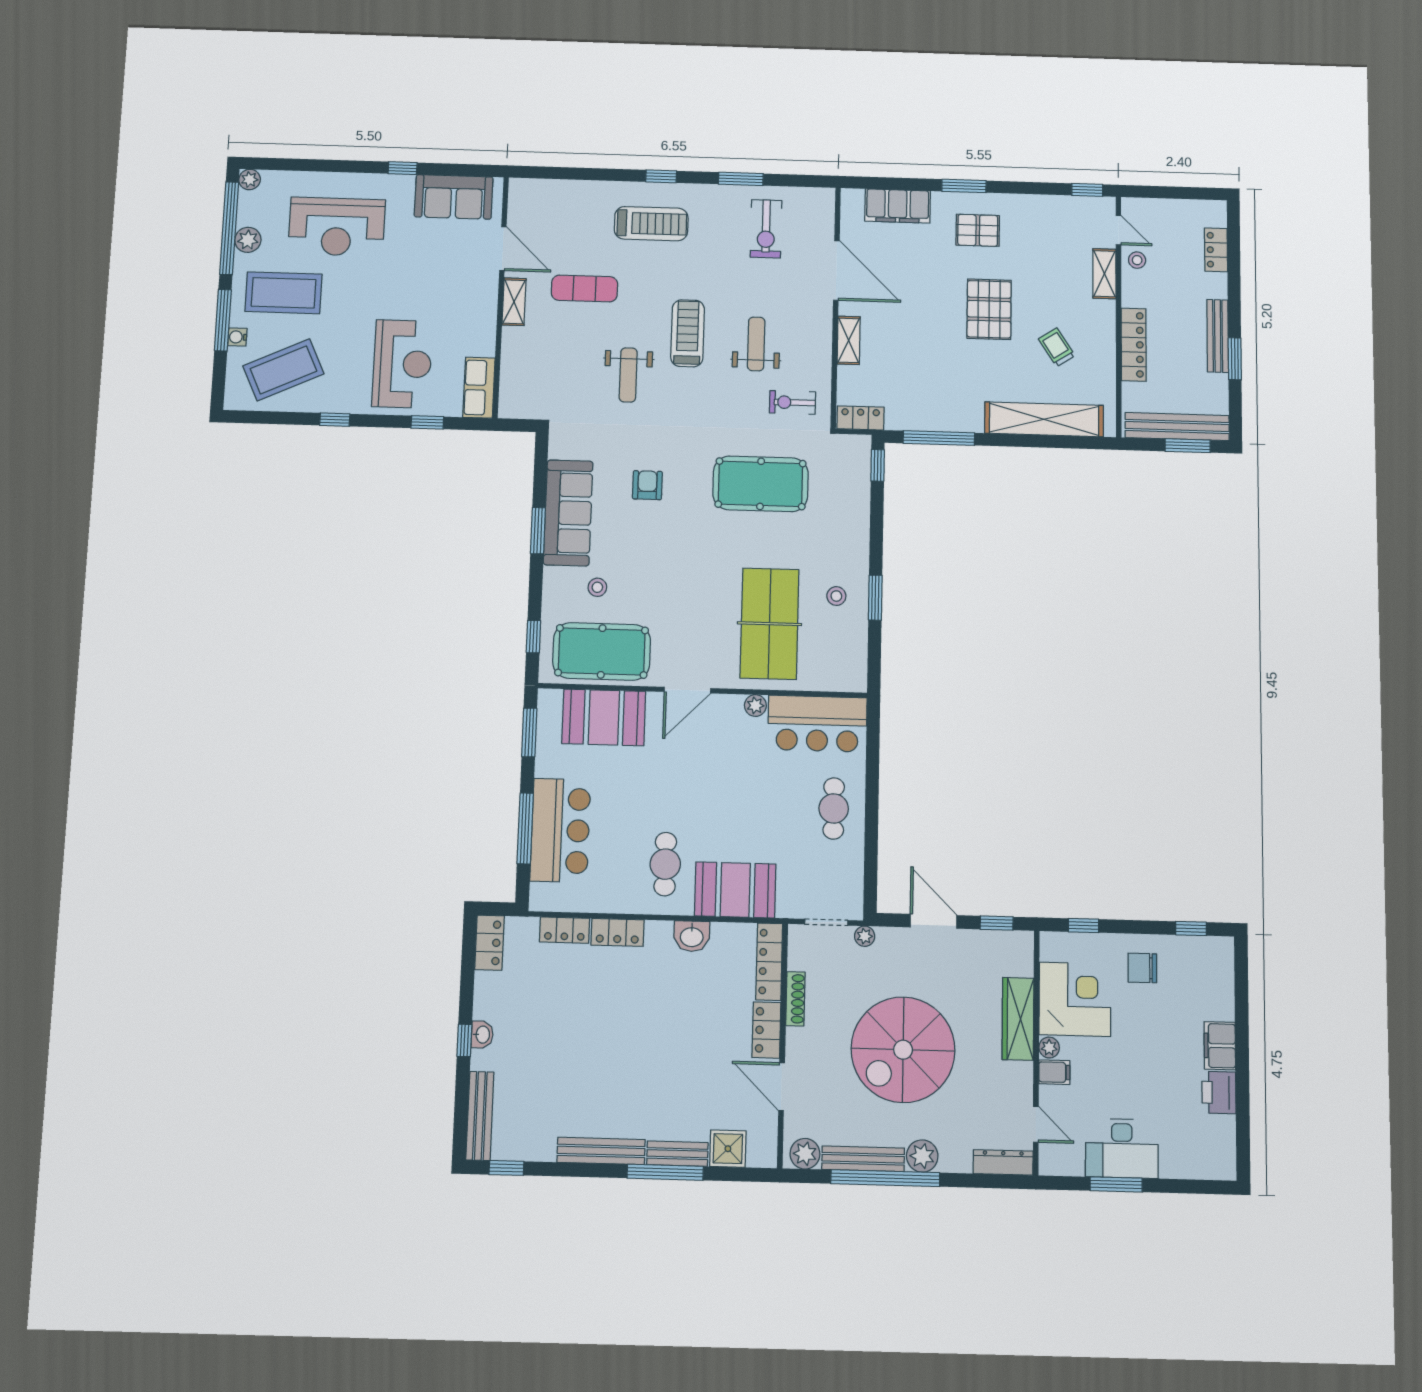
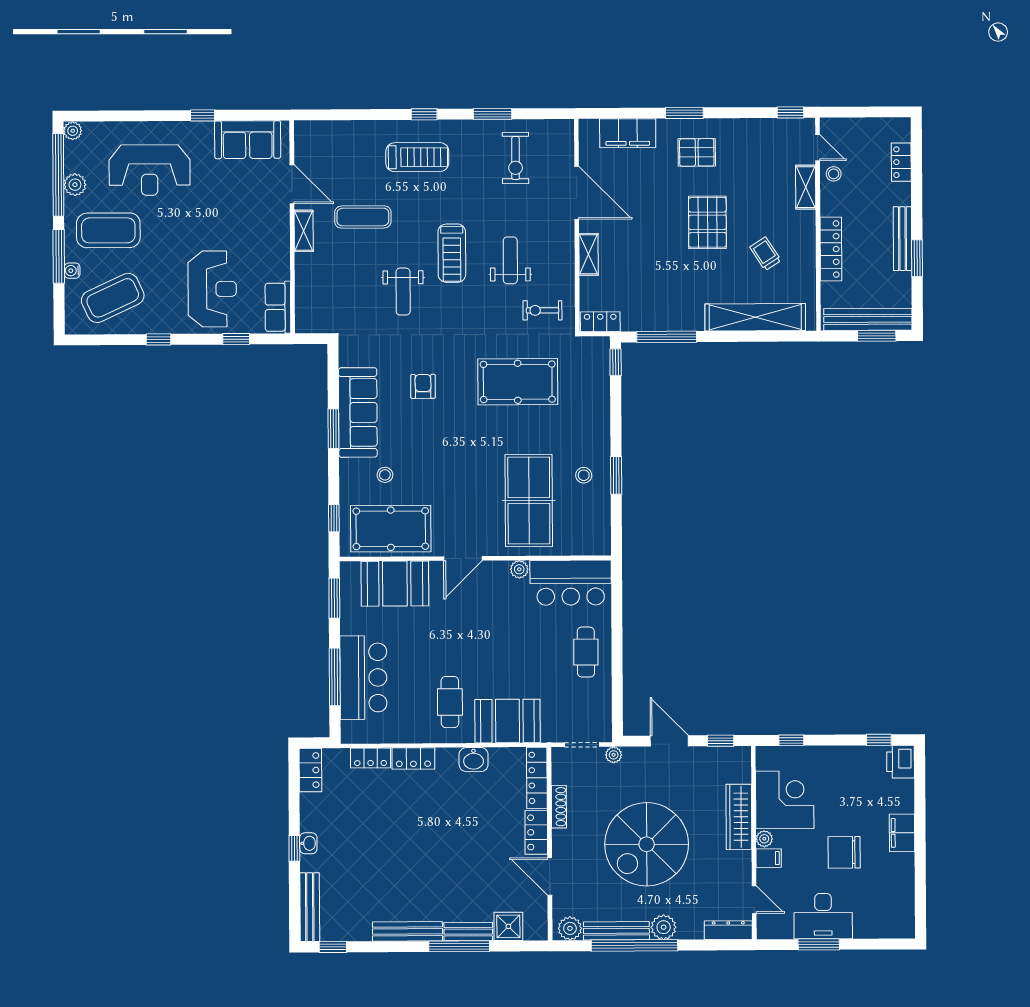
treadmill: (688, 333) -> (452, 253), turned 180
chair: (1142, 968) -> (844, 852), moved, width x1.37, depth x1.37
printer: (1219, 1093) -> (901, 762), moved

